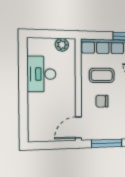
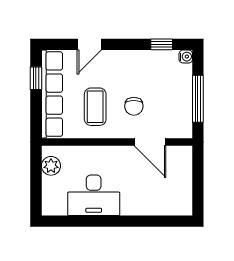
door: (78, 128) -> (150, 142), moved

